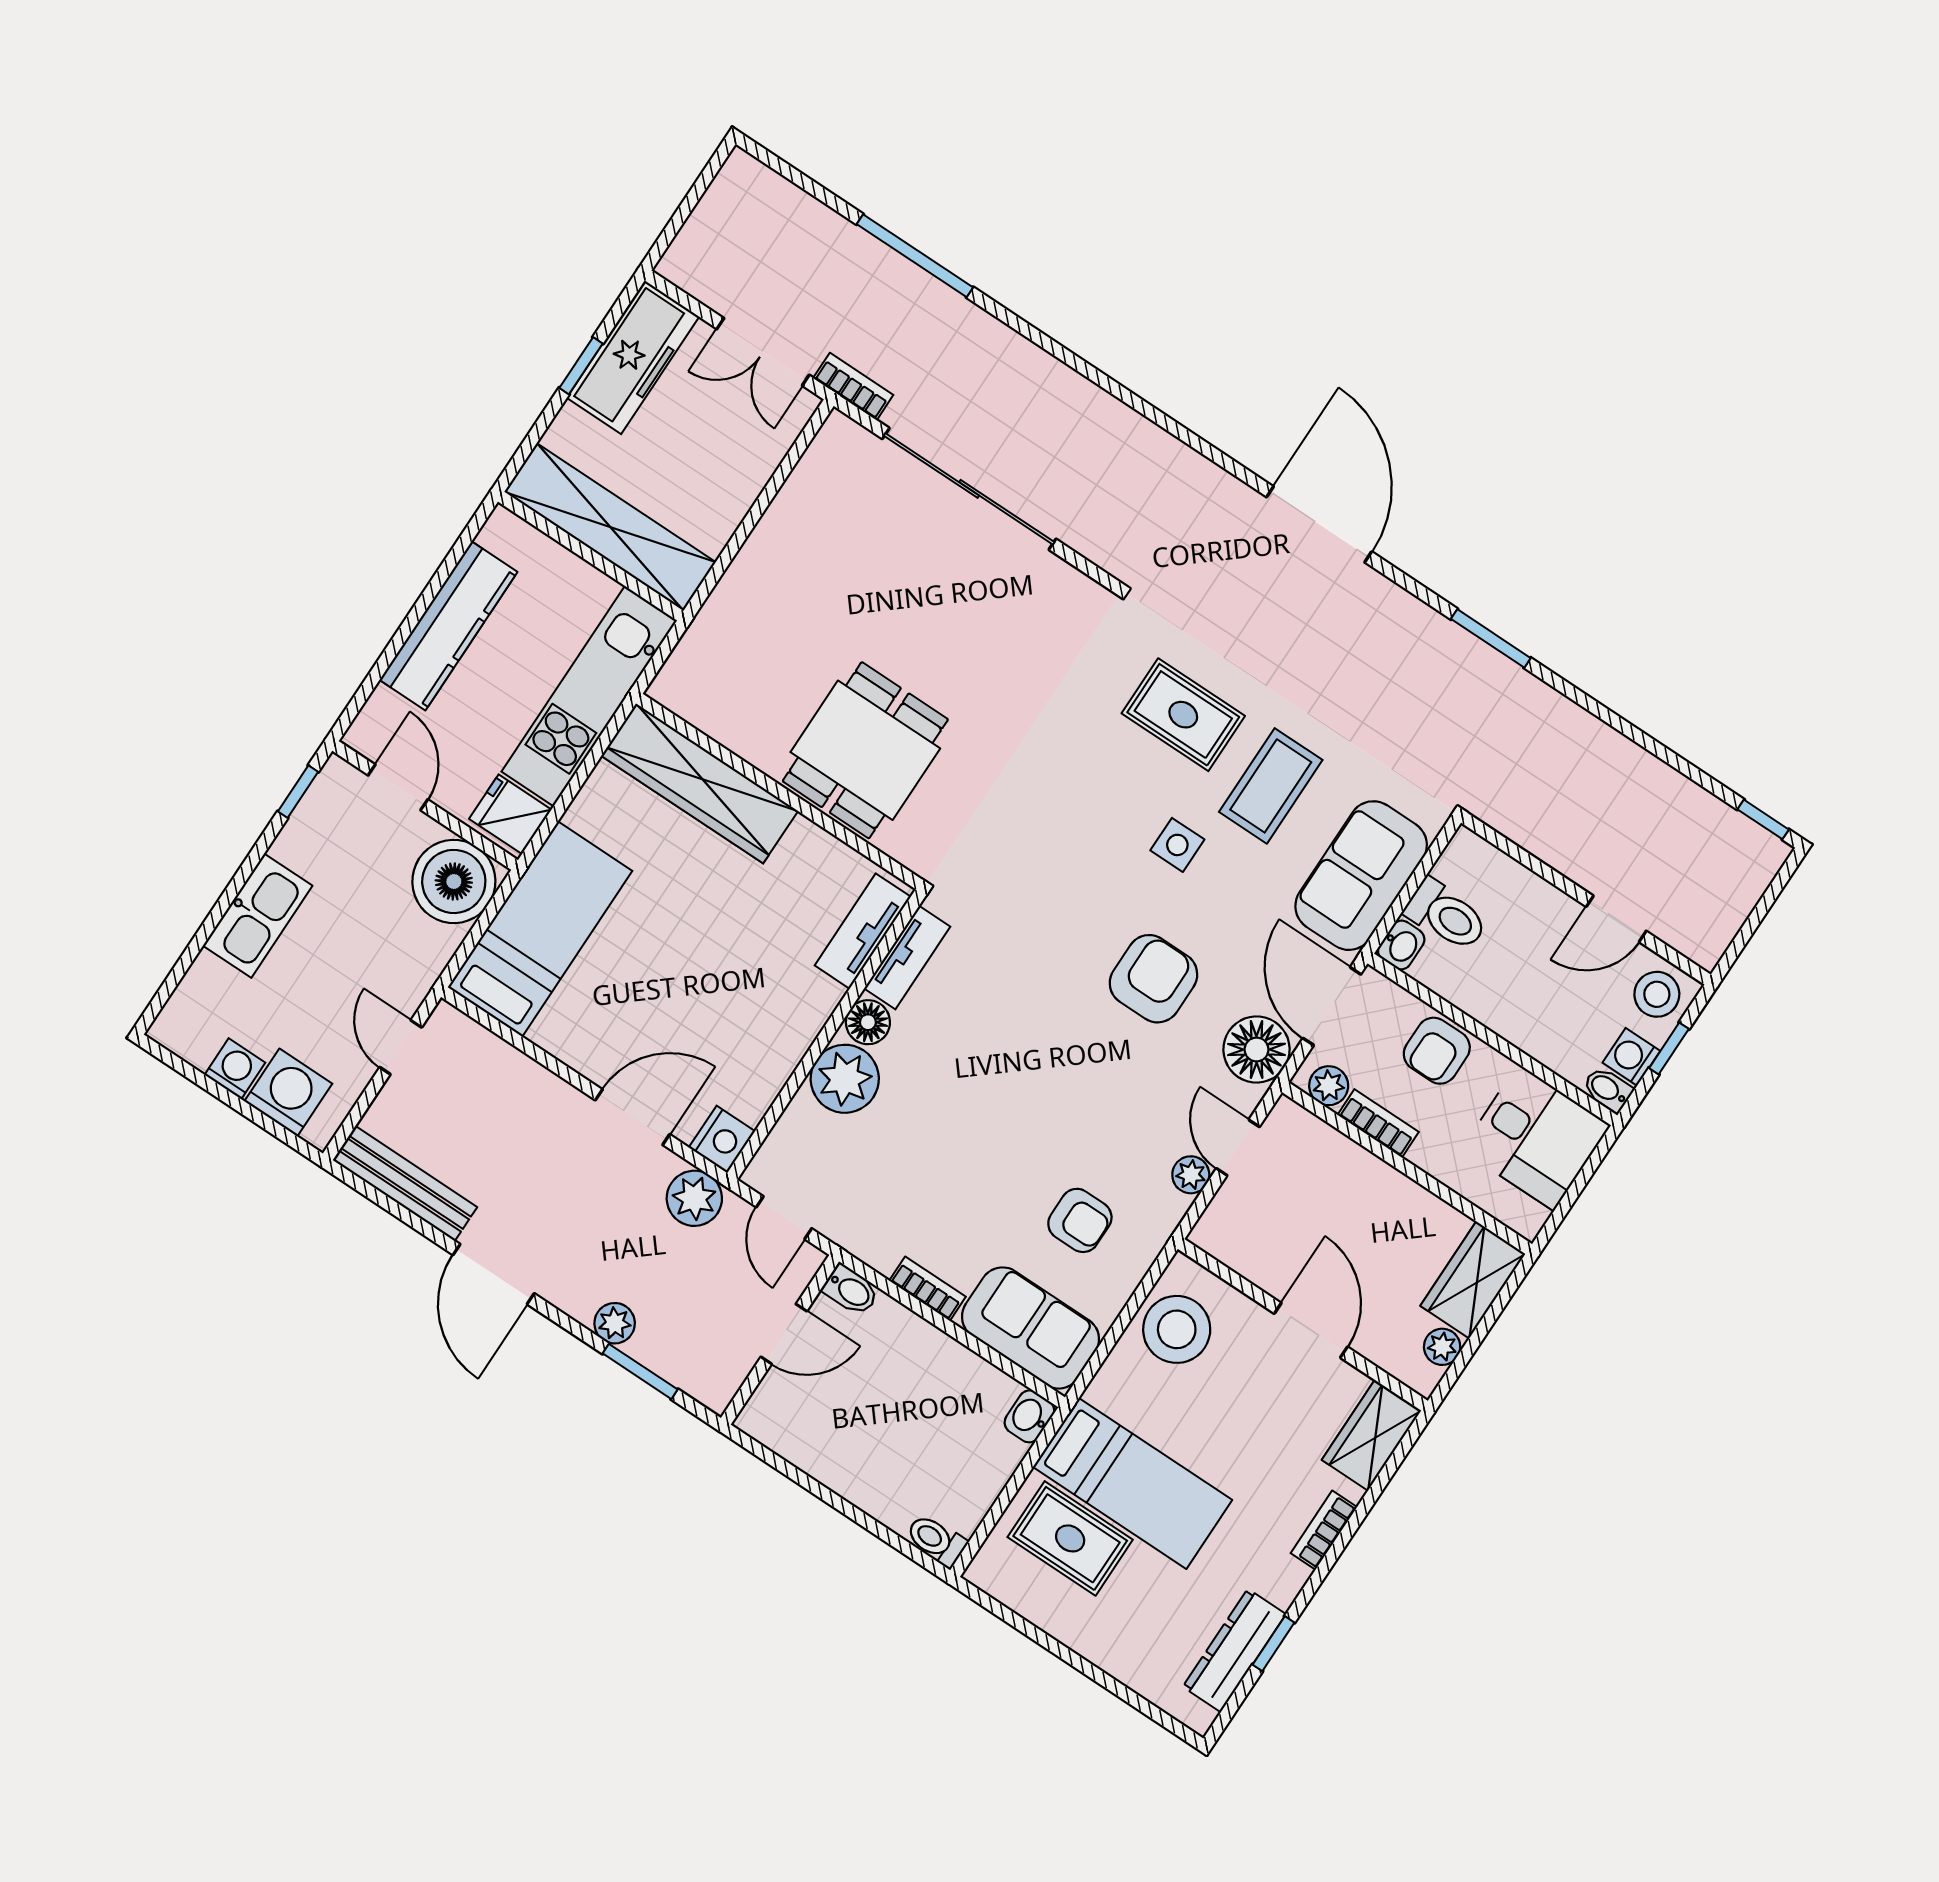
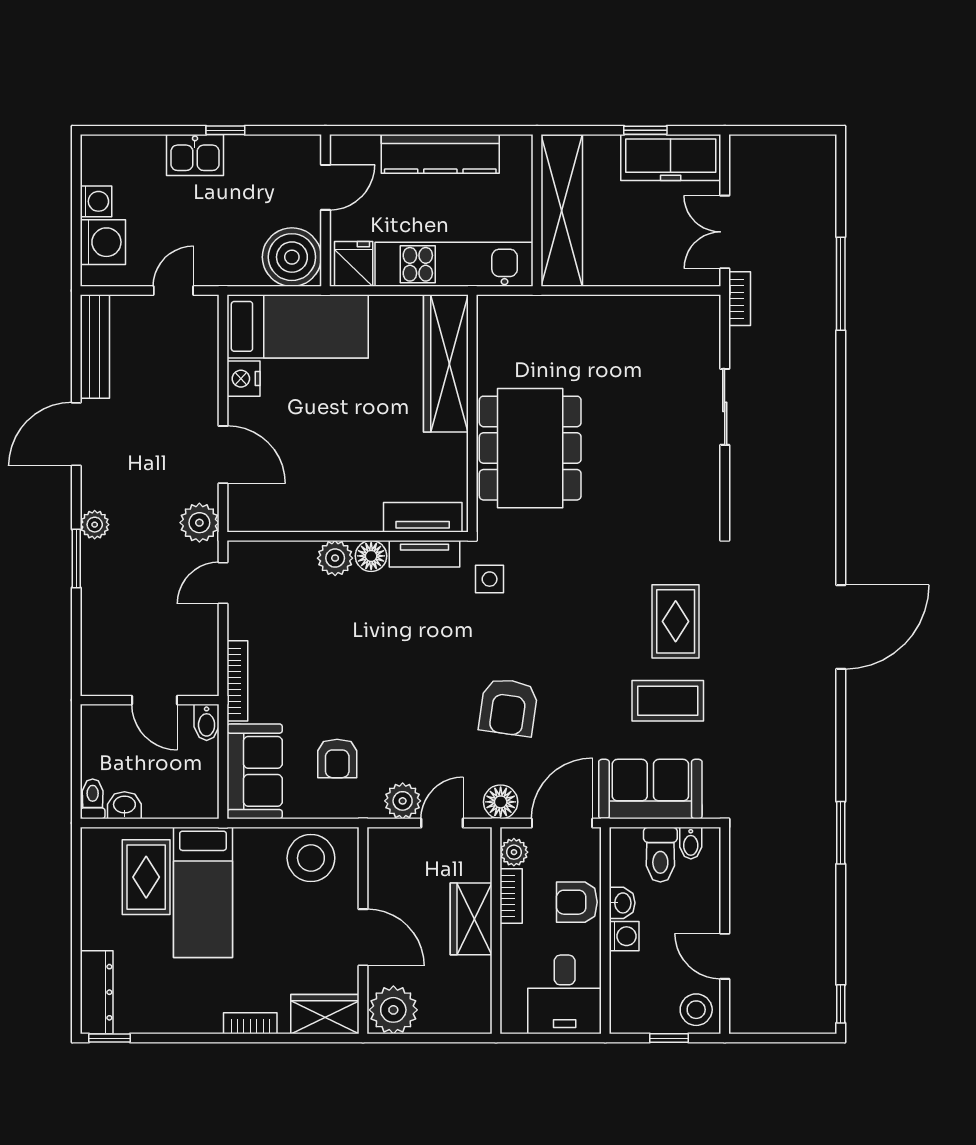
sliding door: (969, 489) -> (725, 407), width x0.54
window: (1491, 638) -> (841, 833), moved
dining table: (865, 750) -> (530, 448), width x1.38
window: (298, 792) -> (225, 130), moved
side table: (1177, 845) -> (490, 579), moved
kitchen sink: (258, 916) -> (195, 155), width x0.73
washbasin: (1401, 945) -> (622, 903), moved, turned -90
armchair: (1153, 979) -> (508, 707), turned 98
floor lamp: (1257, 1049) -> (501, 802), width x0.73, depth x0.73
washing machine: (1631, 1057) -> (624, 936), moved, turned 90
plant: (845, 1079) -> (335, 558), width x0.73, depth x0.73
bidet: (1608, 1089) -> (691, 843), moved, turned 180
nightstand: (722, 1139) -> (244, 379), moved, turned 90
plant: (1191, 1175) -> (403, 801), width x1.38, depth x1.38
wardrobe: (1473, 1280) -> (471, 919), moved, turned -90
bookcase: (928, 1289) -> (237, 681), width x1.56
bidet: (851, 1290) -> (207, 722), moved
door: (1311, 1330) -> (363, 937), hinge flipped
door: (784, 1334) -> (154, 700), moved
wall: (780, 1340) -> (150, 700), moved
plant: (1442, 1347) -> (393, 1010), width x1.87, depth x1.87
washbasin: (1029, 1416) -> (124, 805), moved
window: (1274, 1644) -> (109, 1038), moved
dresser: (1234, 1650) -> (97, 992), moved, turned 90

